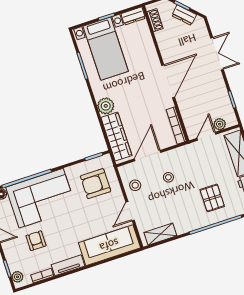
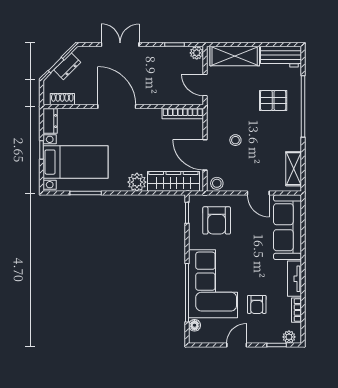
door: (168, 81) -> (117, 107), moved
plant: (220, 124) -> (197, 53), moved
stool: (135, 185) -> (217, 183), moved
armchair: (36, 241) -> (257, 304), turned -90

